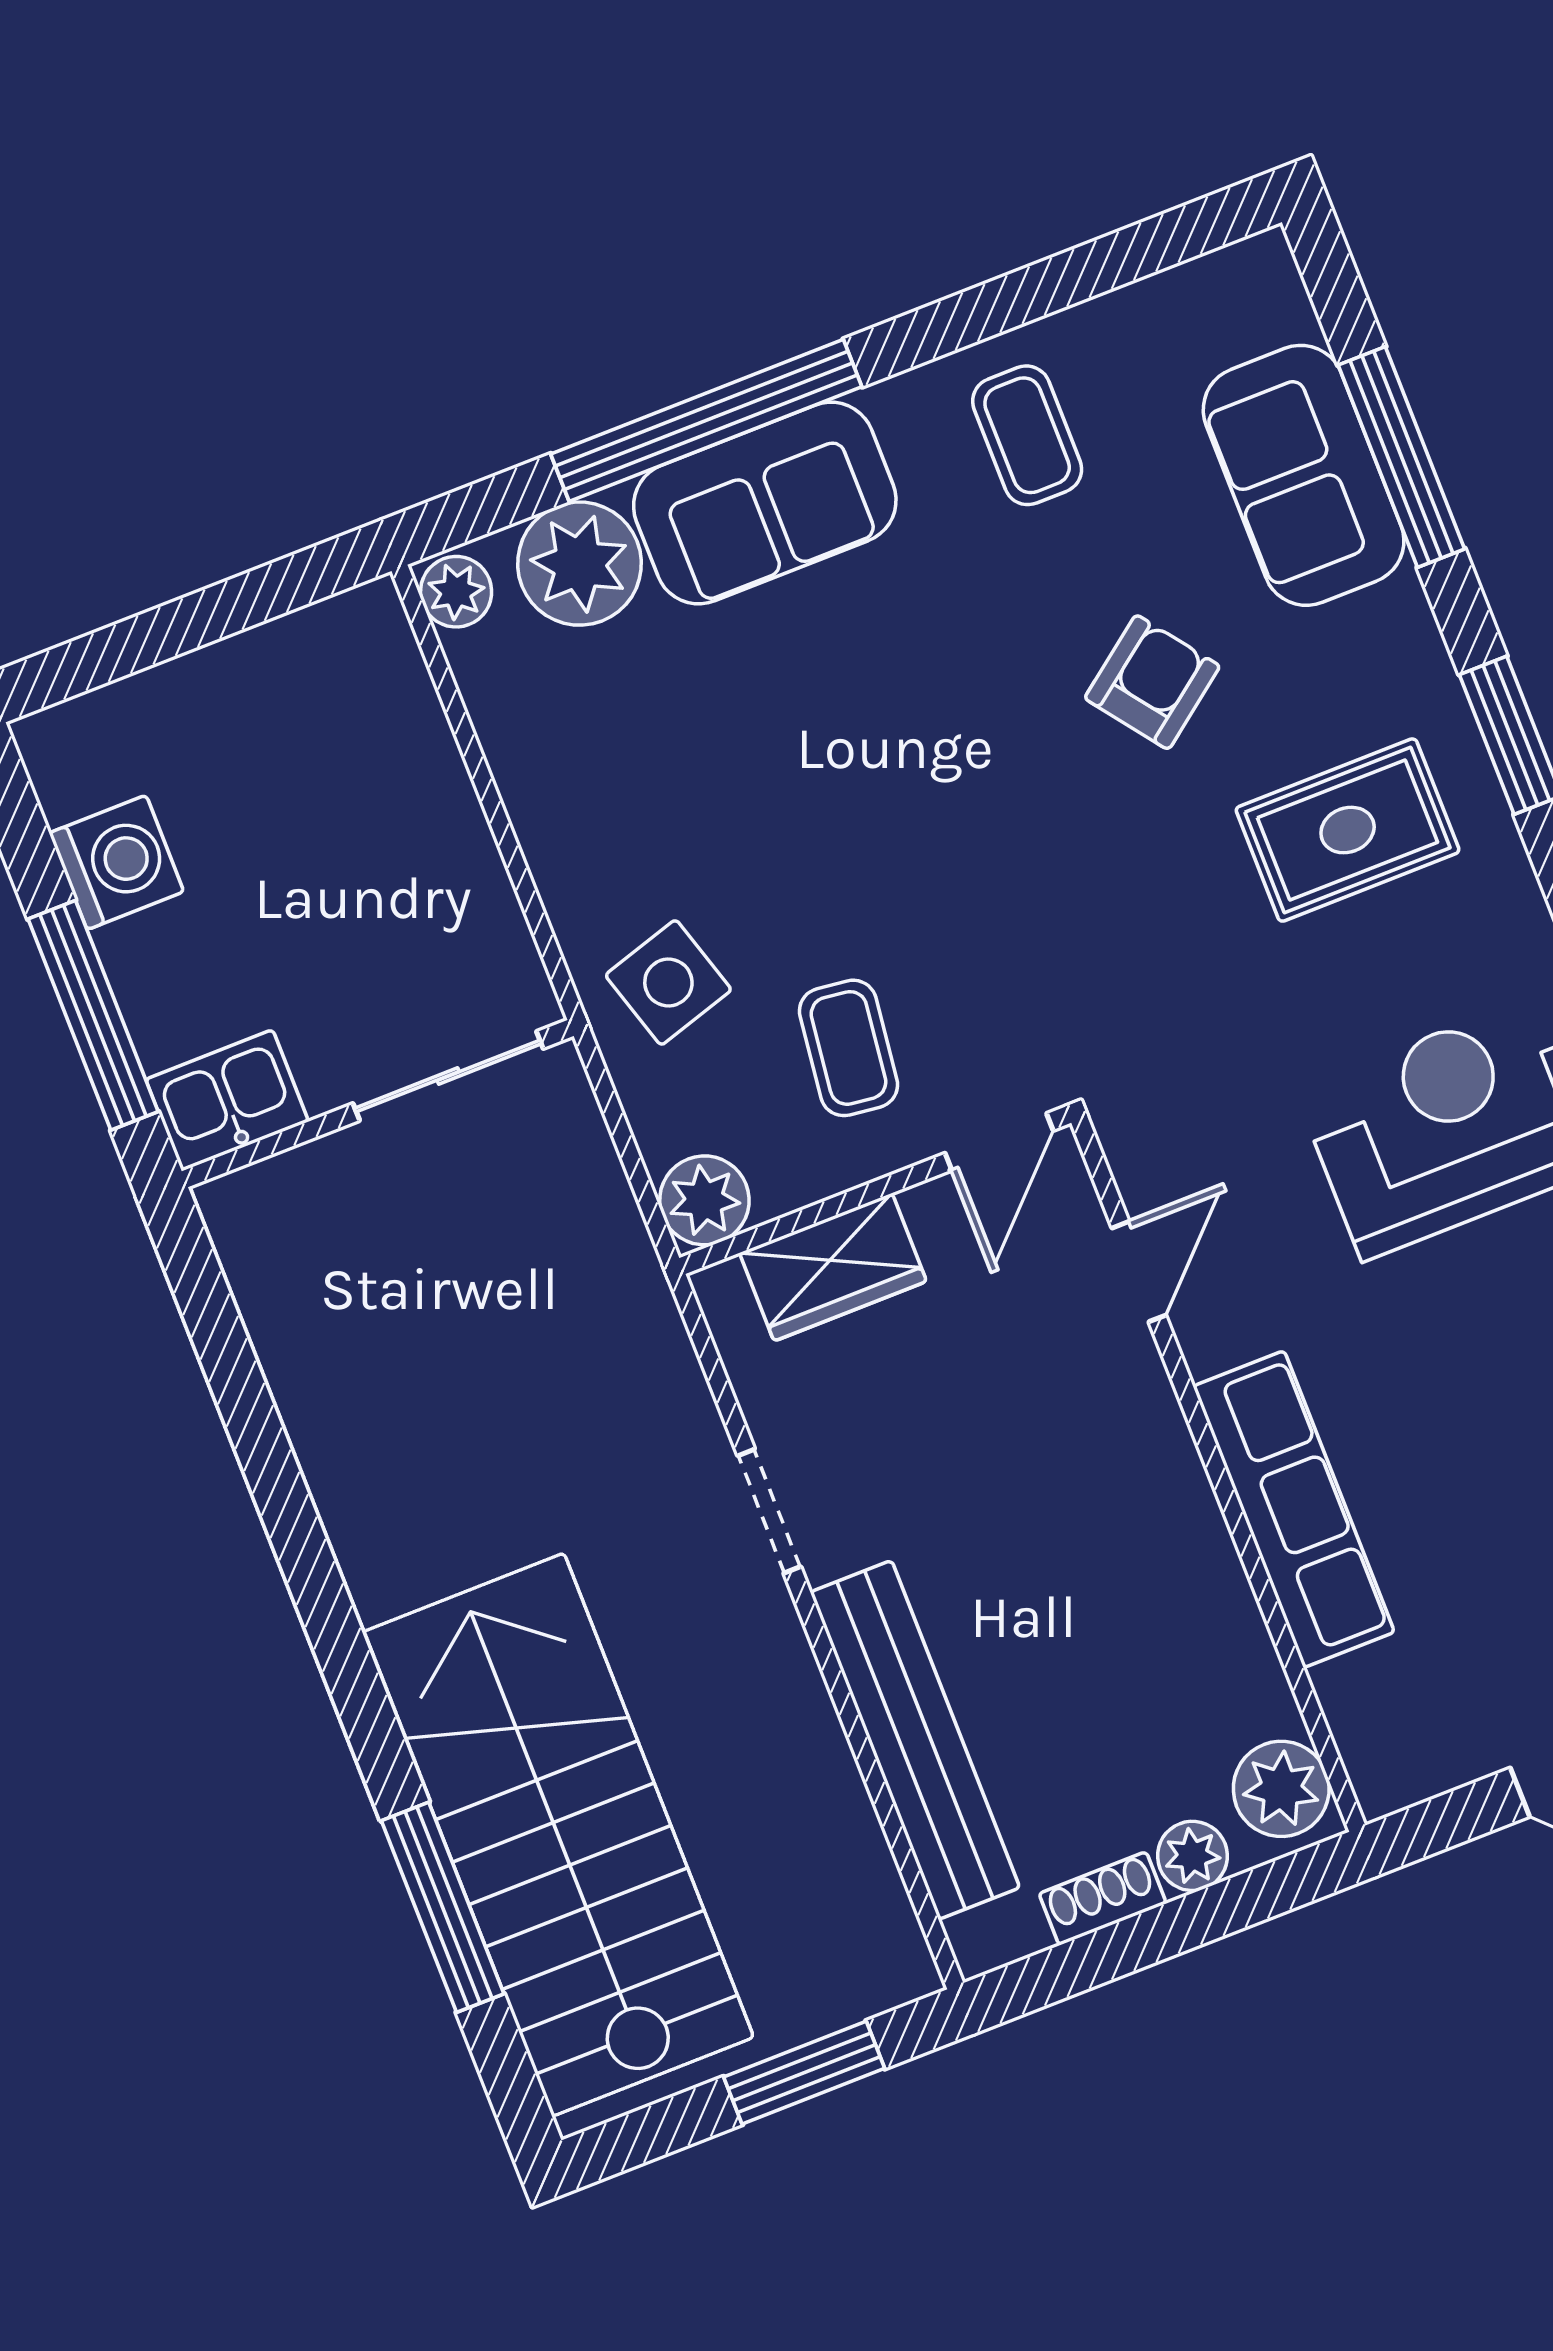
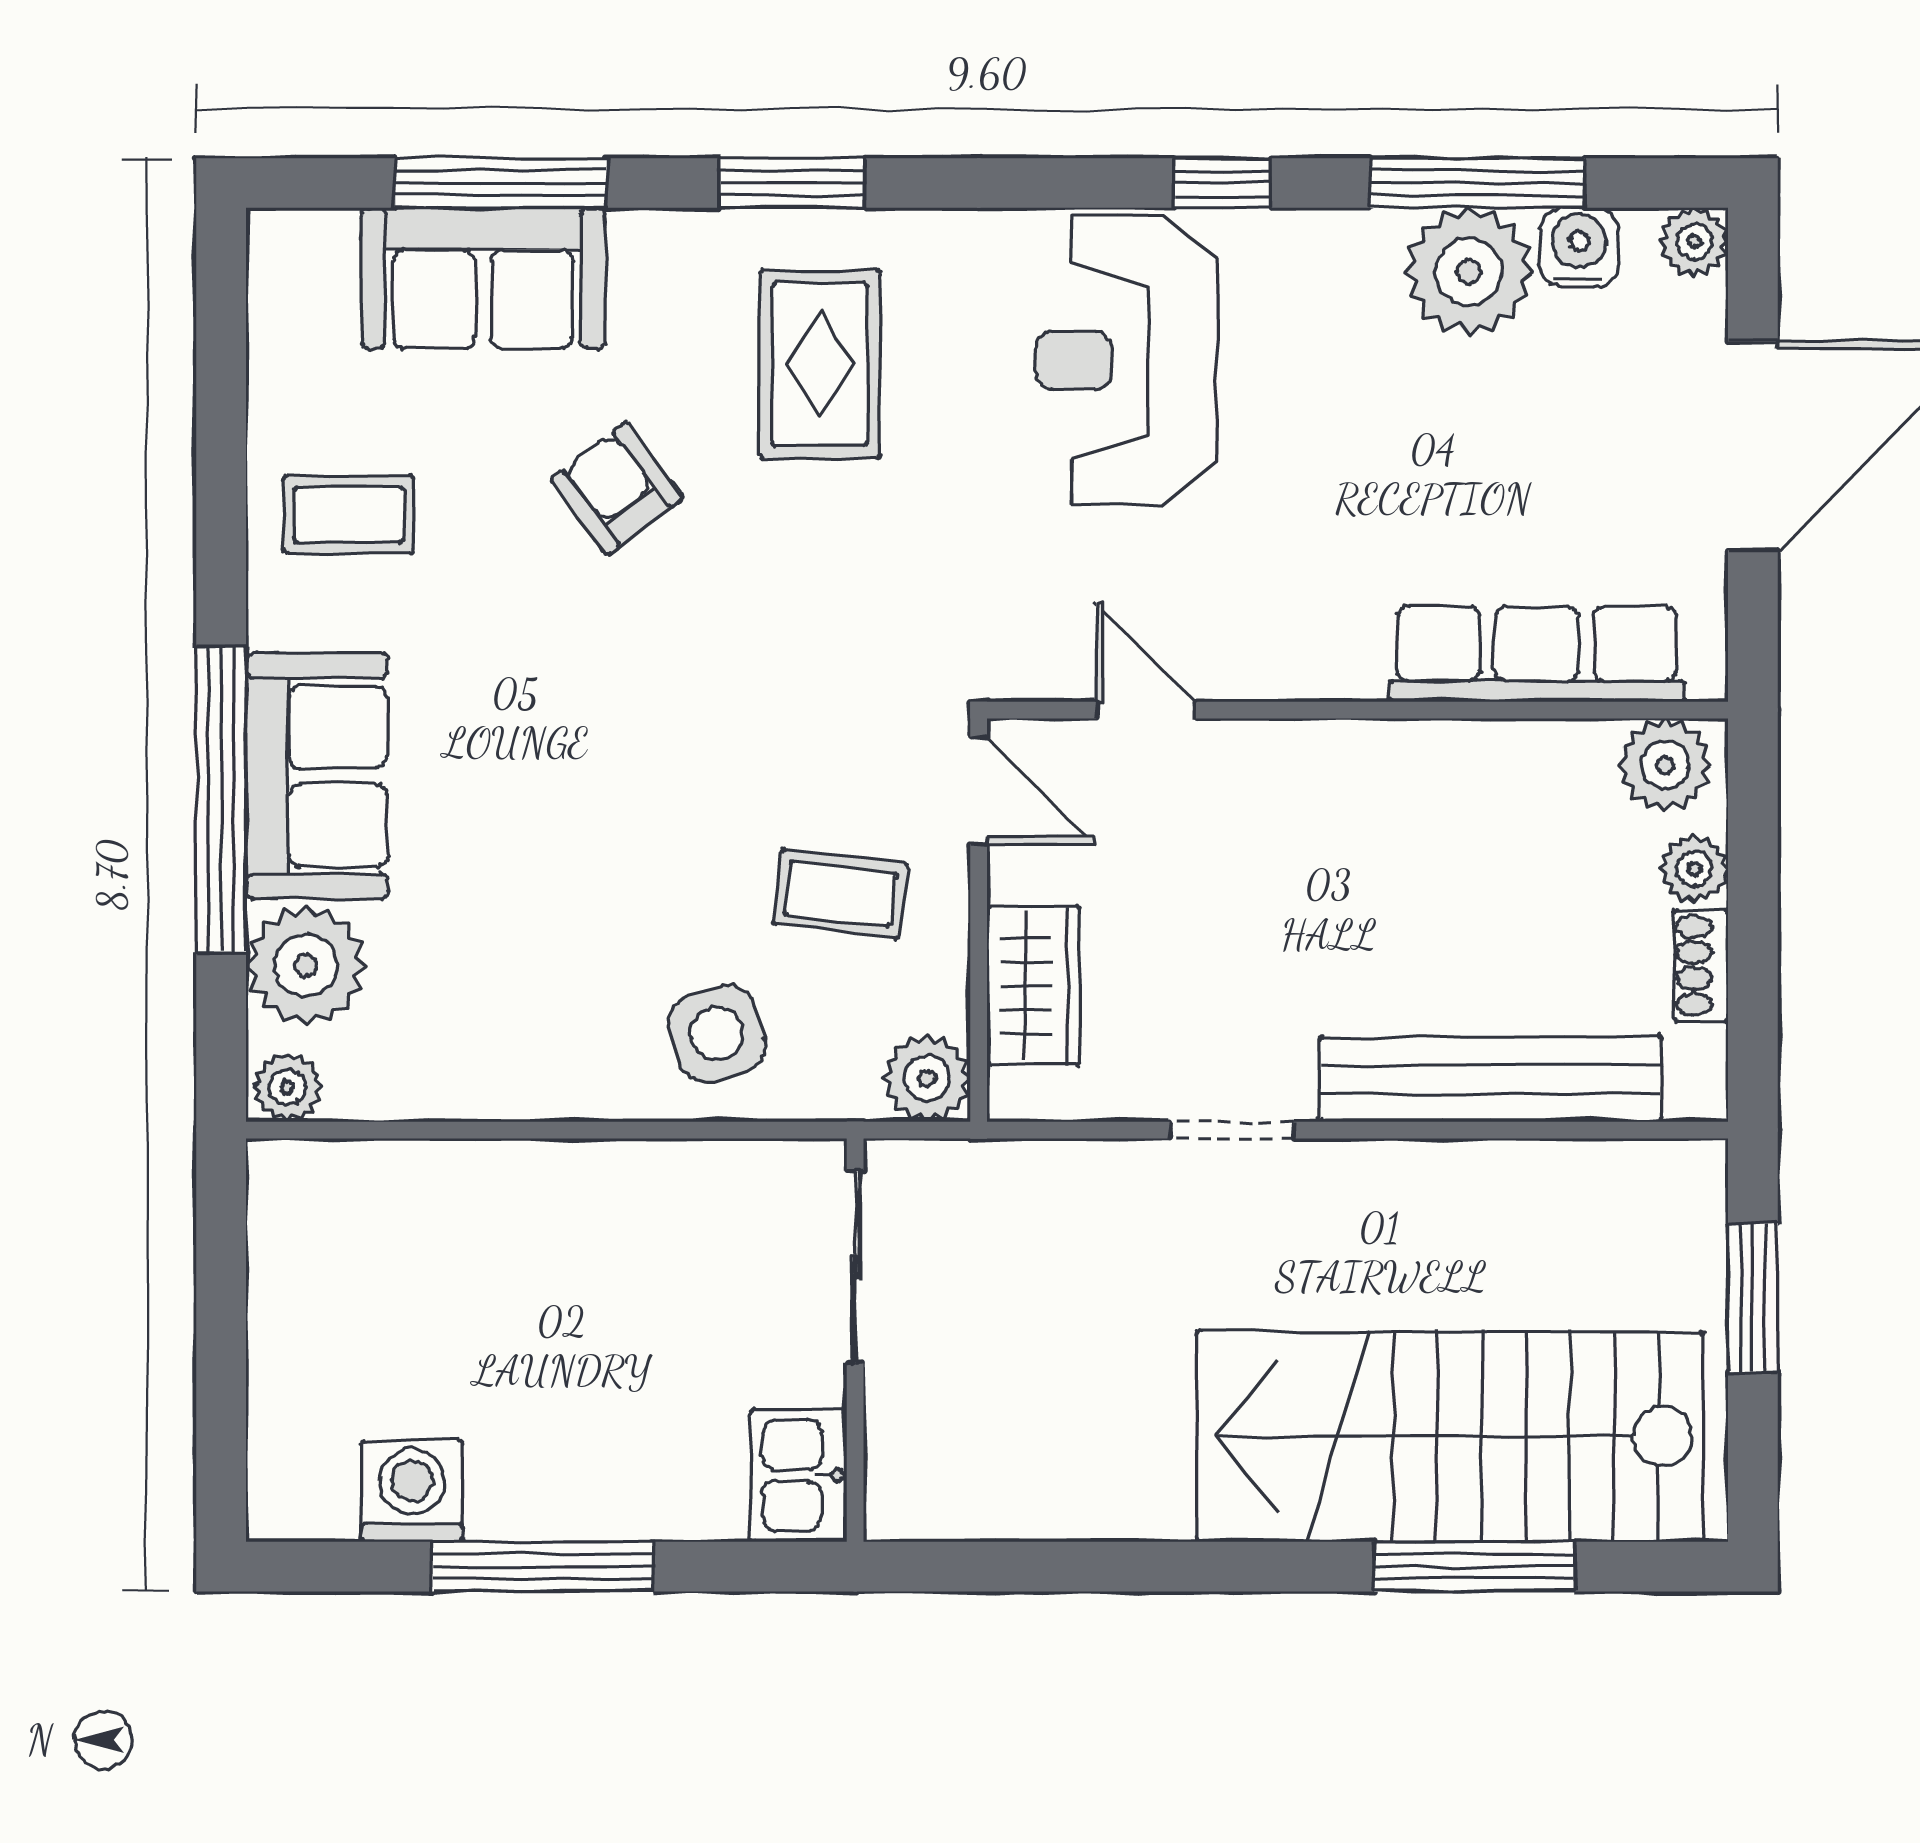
sliding door: (448, 1076) -> (855, 1267), moved
kitchen sink: (227, 1100) -> (799, 1475), moved
wall: (378, 1104) -> (855, 1340), moved
row of seats: (1294, 1509) -> (1537, 654), moved

